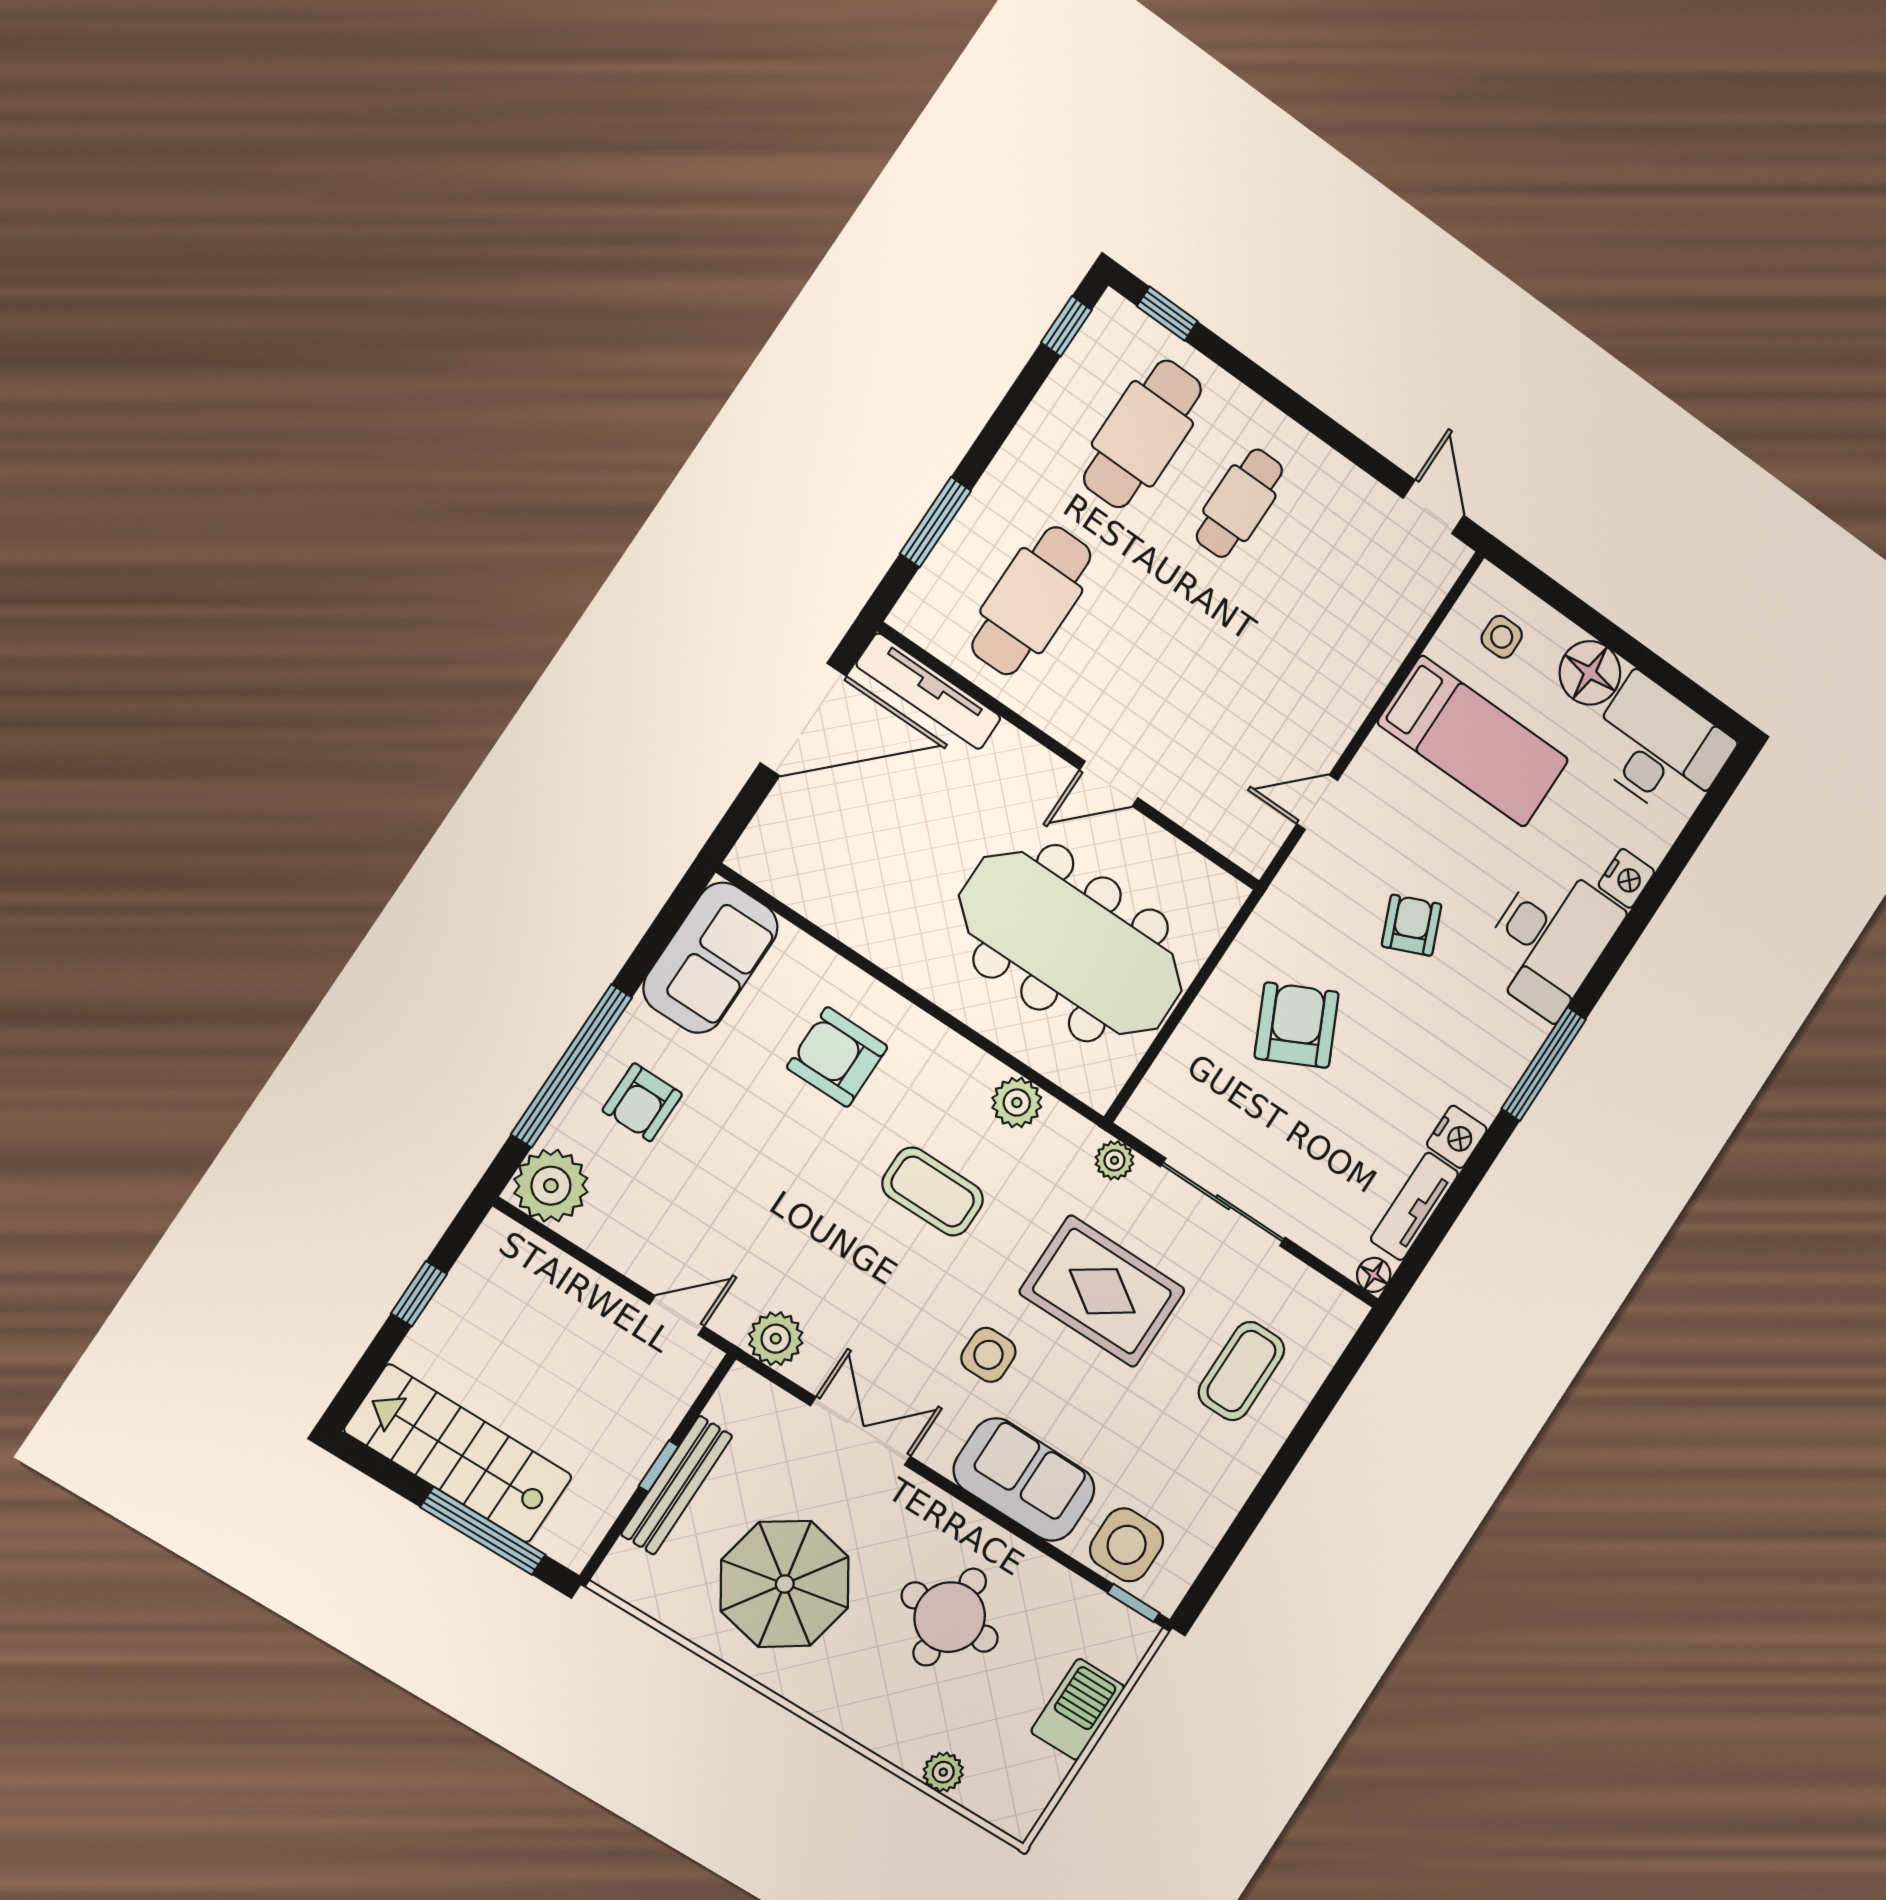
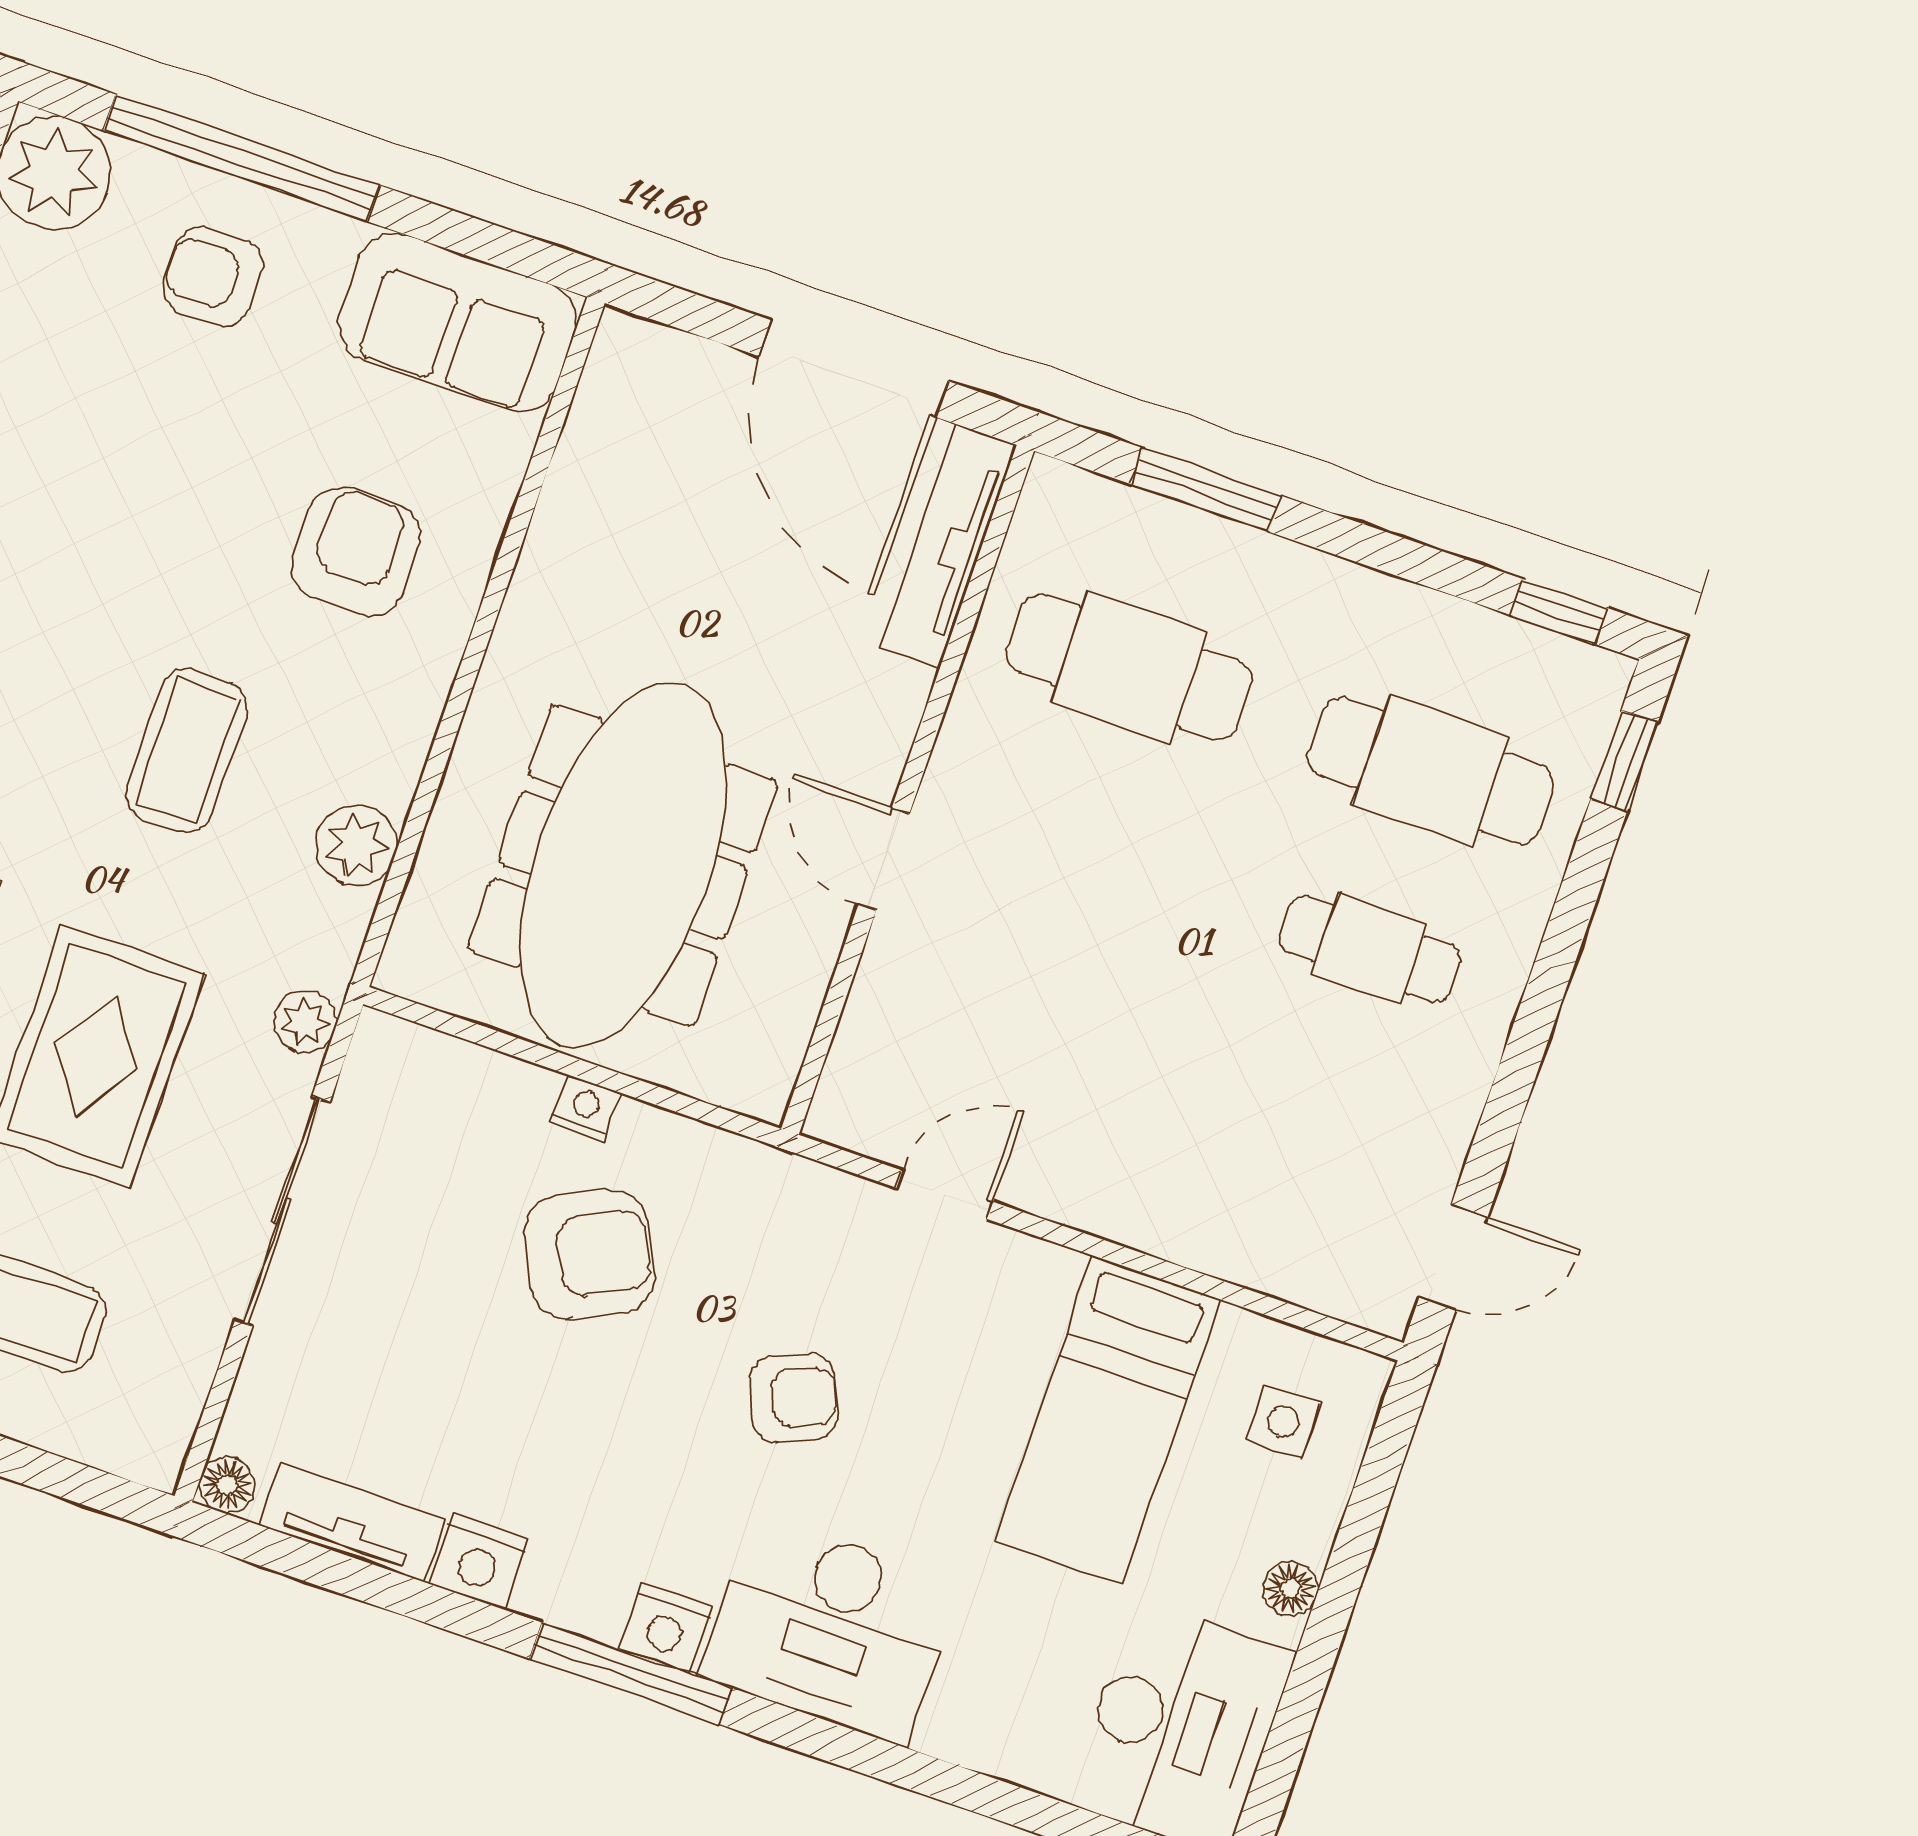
floor lamp: (1590, 673) -> (1290, 1589), width x0.53, depth x0.53
door: (1317, 802) -> (945, 1195), hinge flipped
nightstand: (1626, 878) -> (666, 1628), moved
nightstand: (1210, 1005) -> (585, 1108), added

